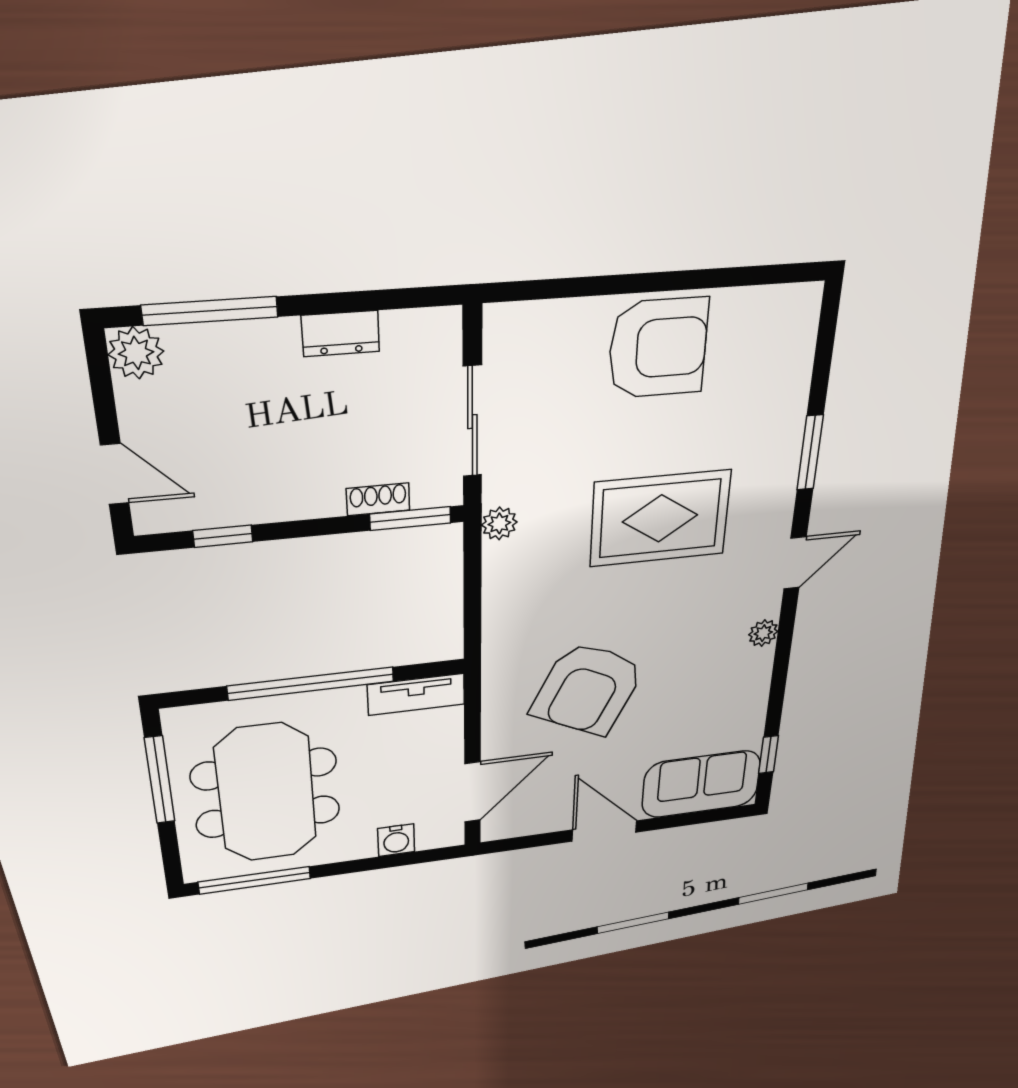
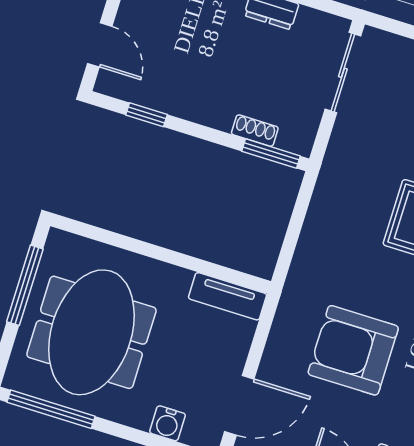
sliding door: (472, 422) -> (343, 73), moved
plant: (499, 524) -> (329, 183), removed
window: (311, 684) -> (159, 253), removed
armchair: (588, 689) -> (353, 350), turned 64

